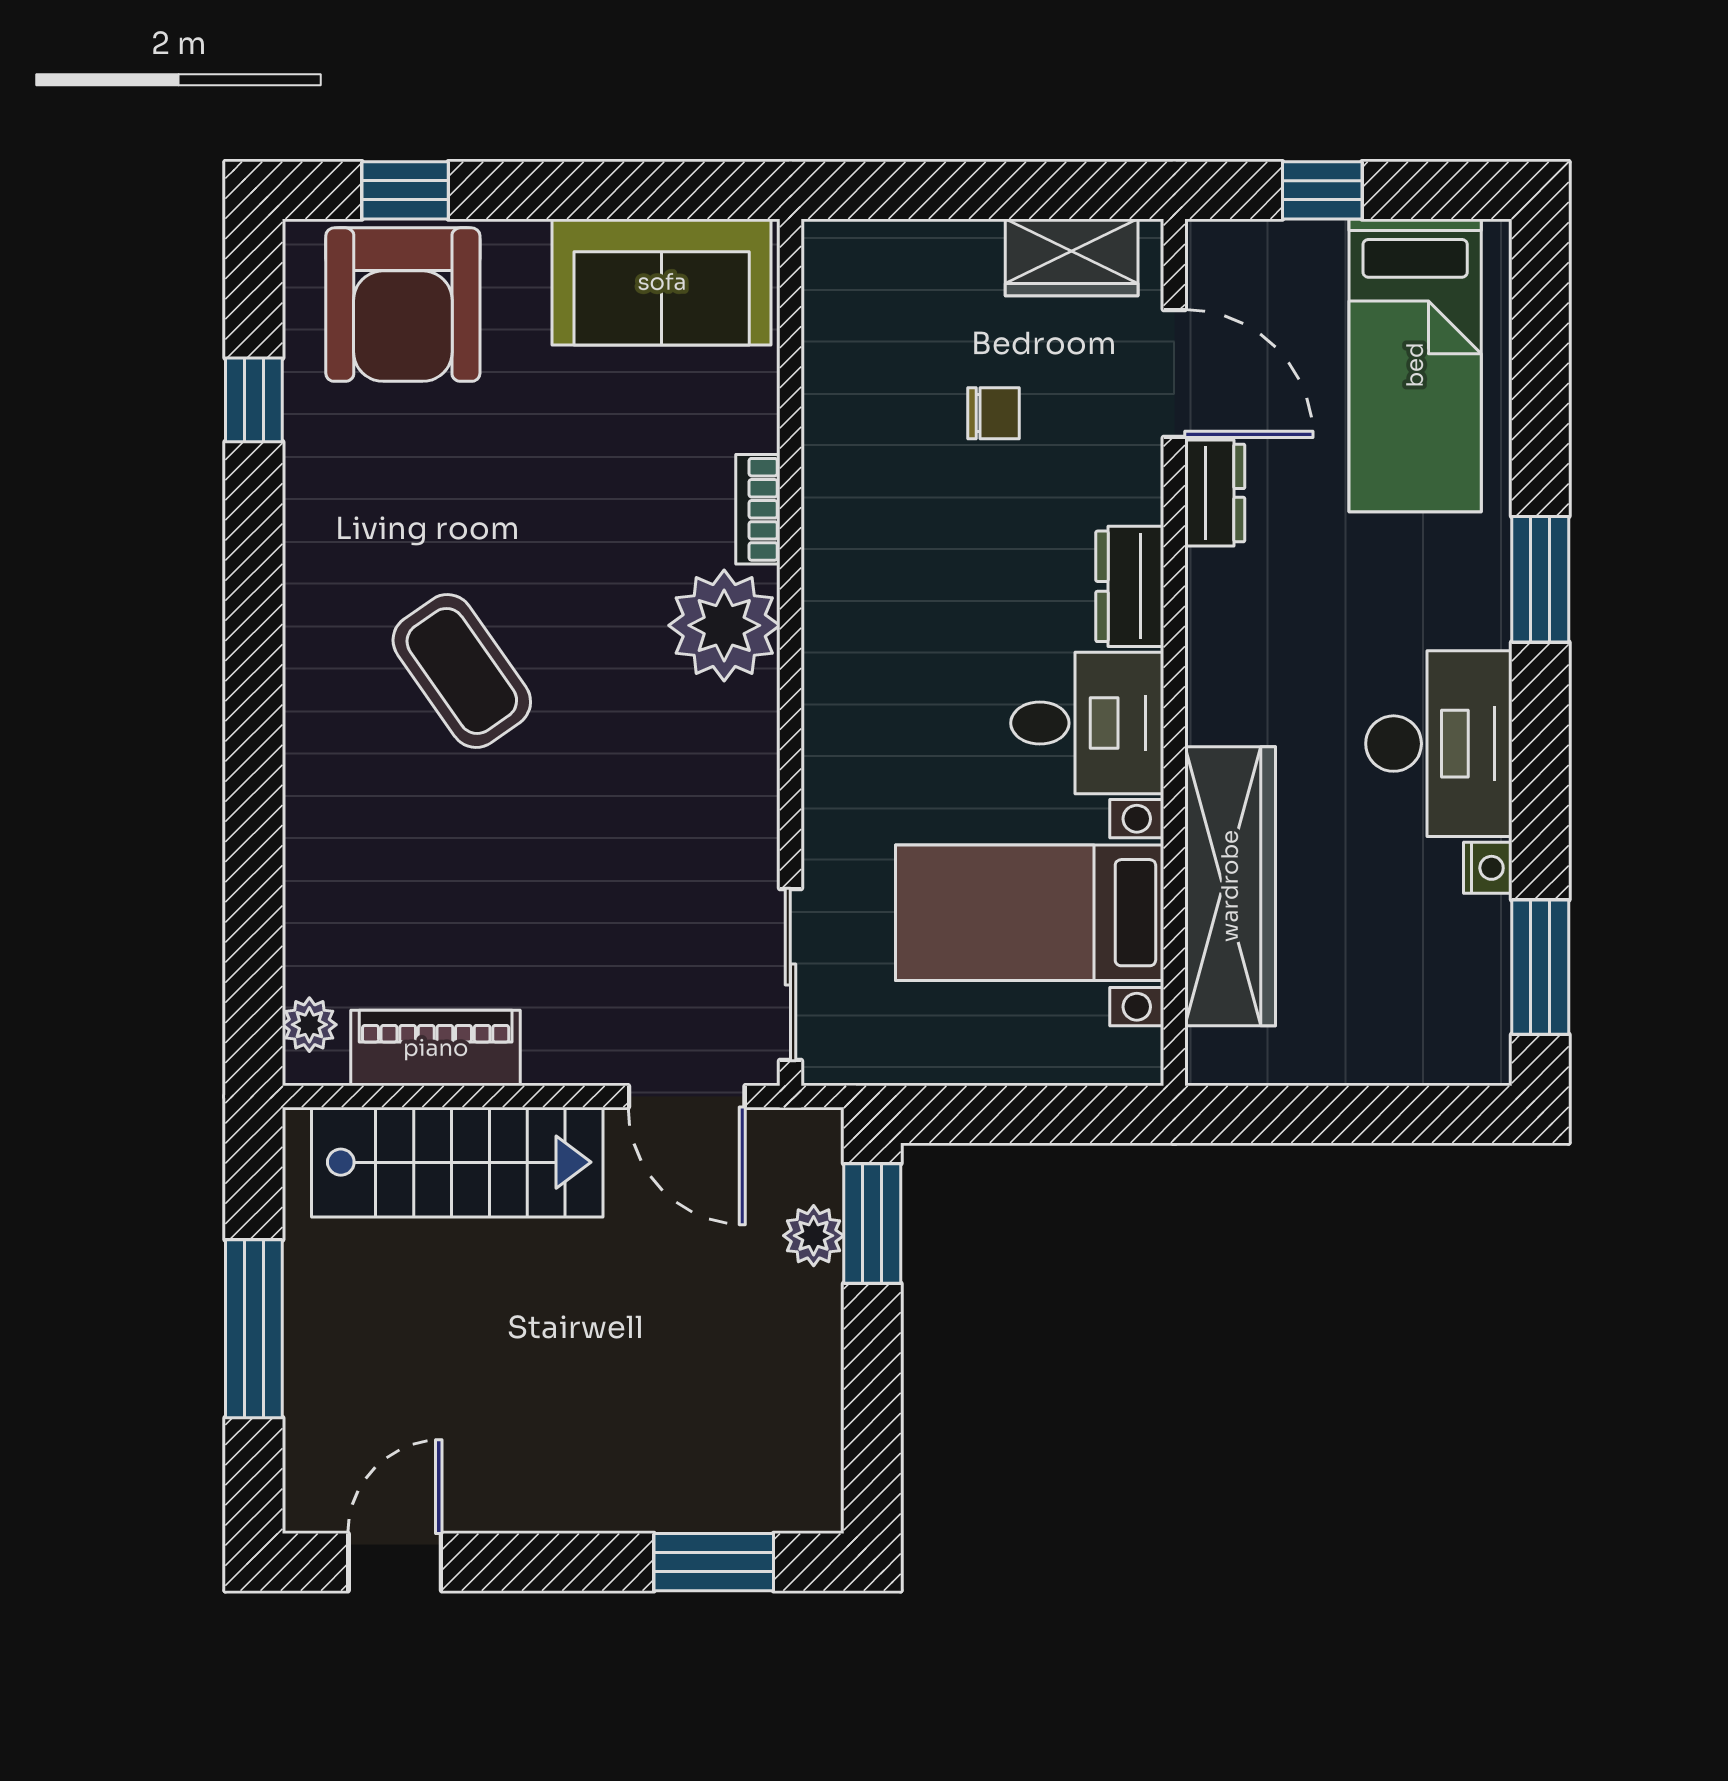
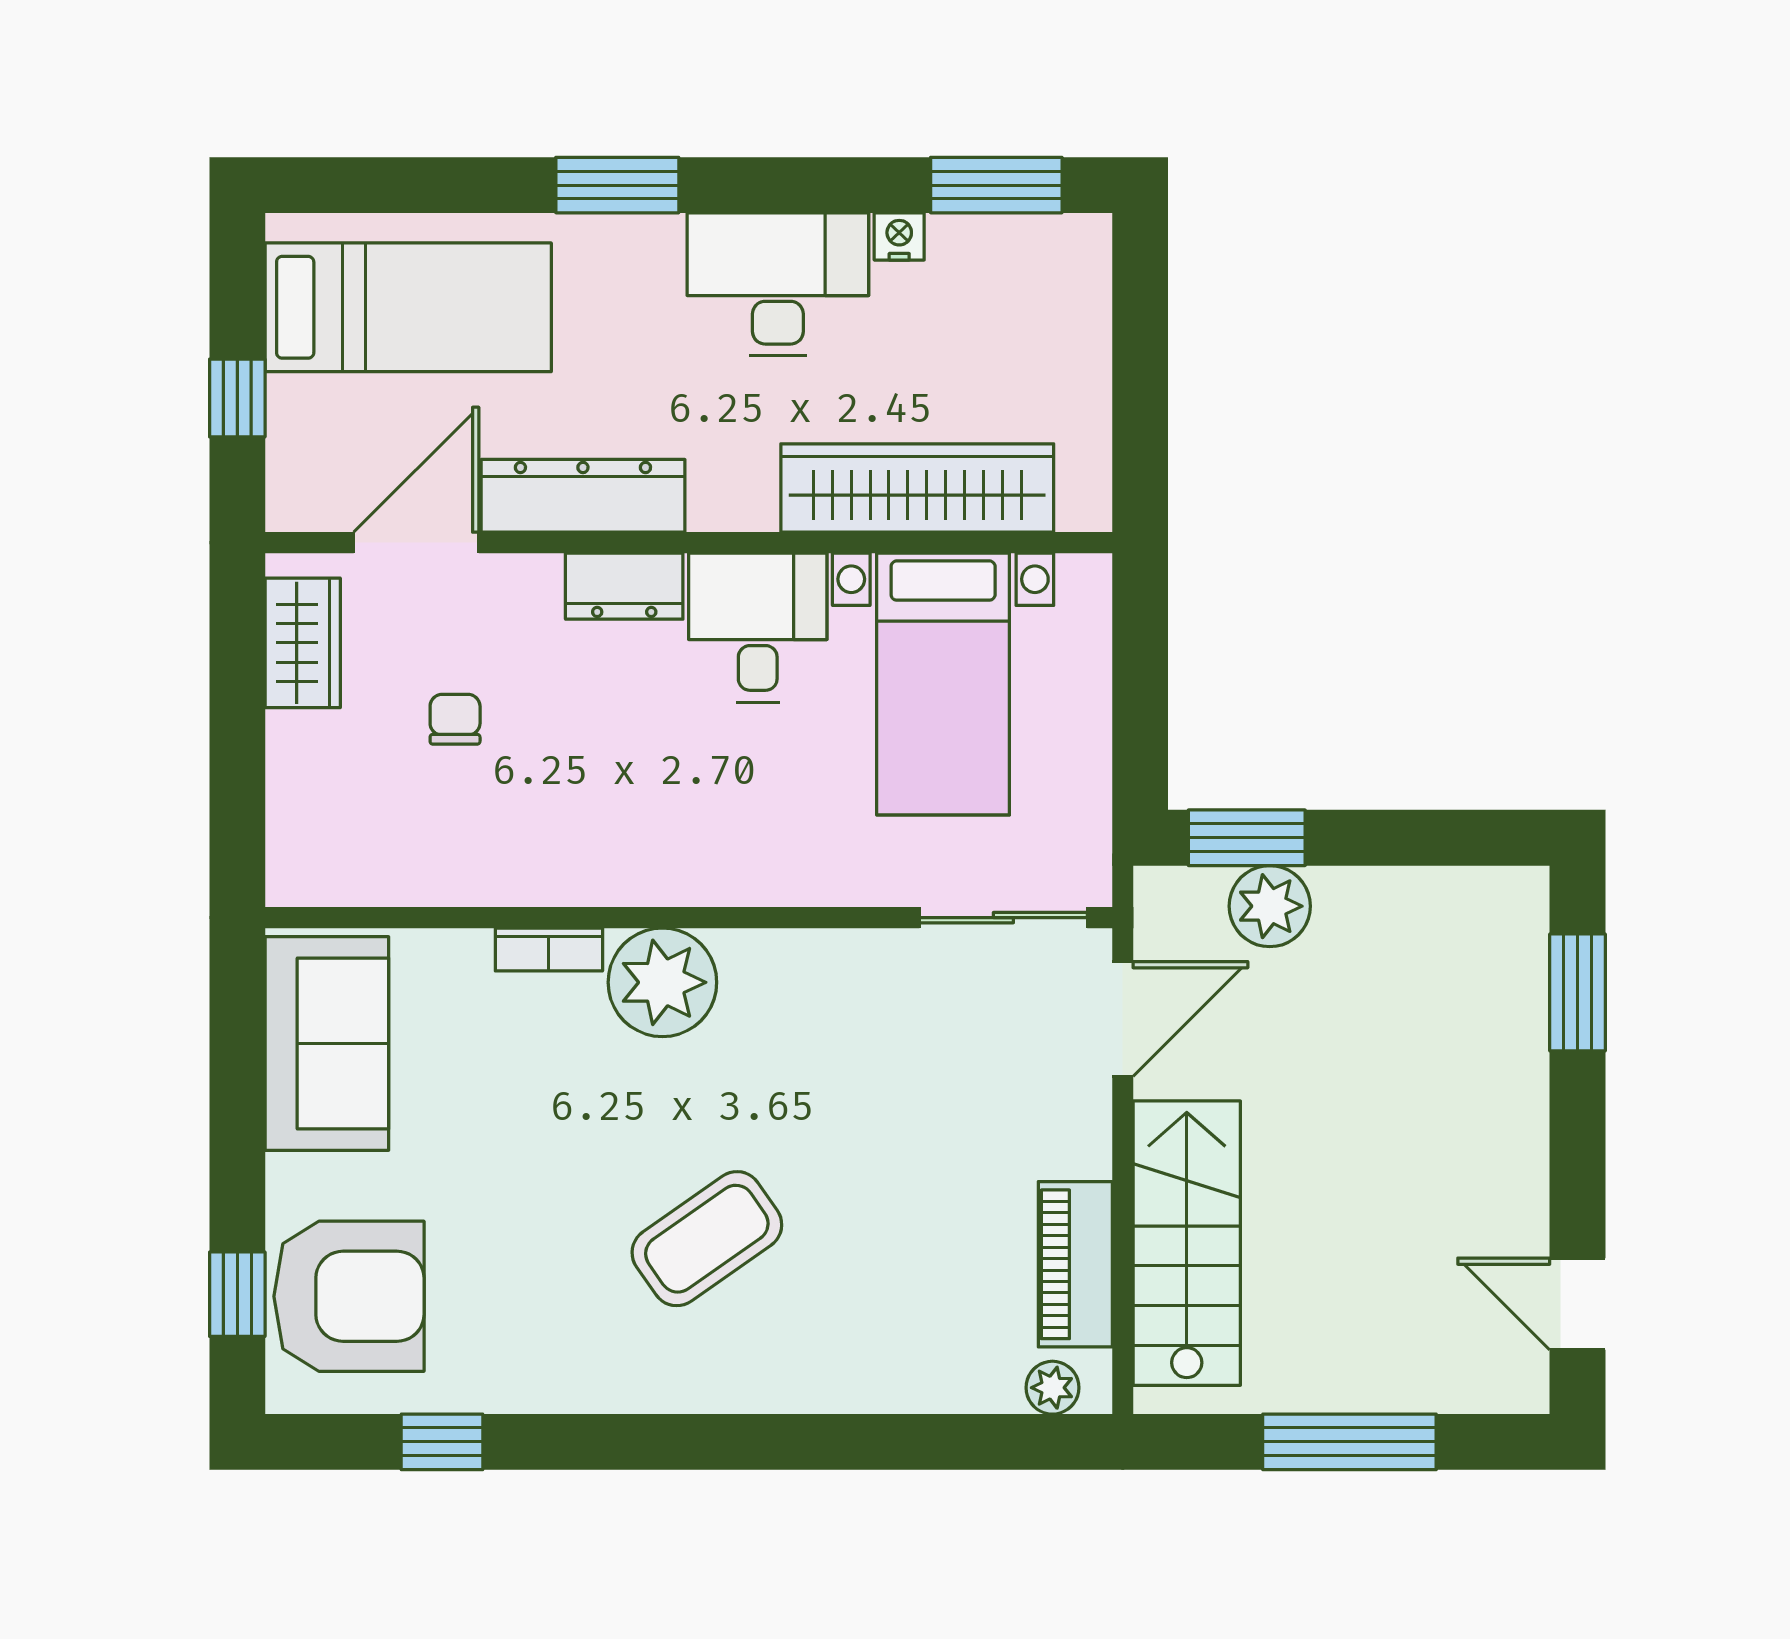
dresser: (1215, 493) -> (583, 496), width x1.96, depth x1.24
plant: (814, 1236) -> (1270, 906), width x1.38, depth x1.38

